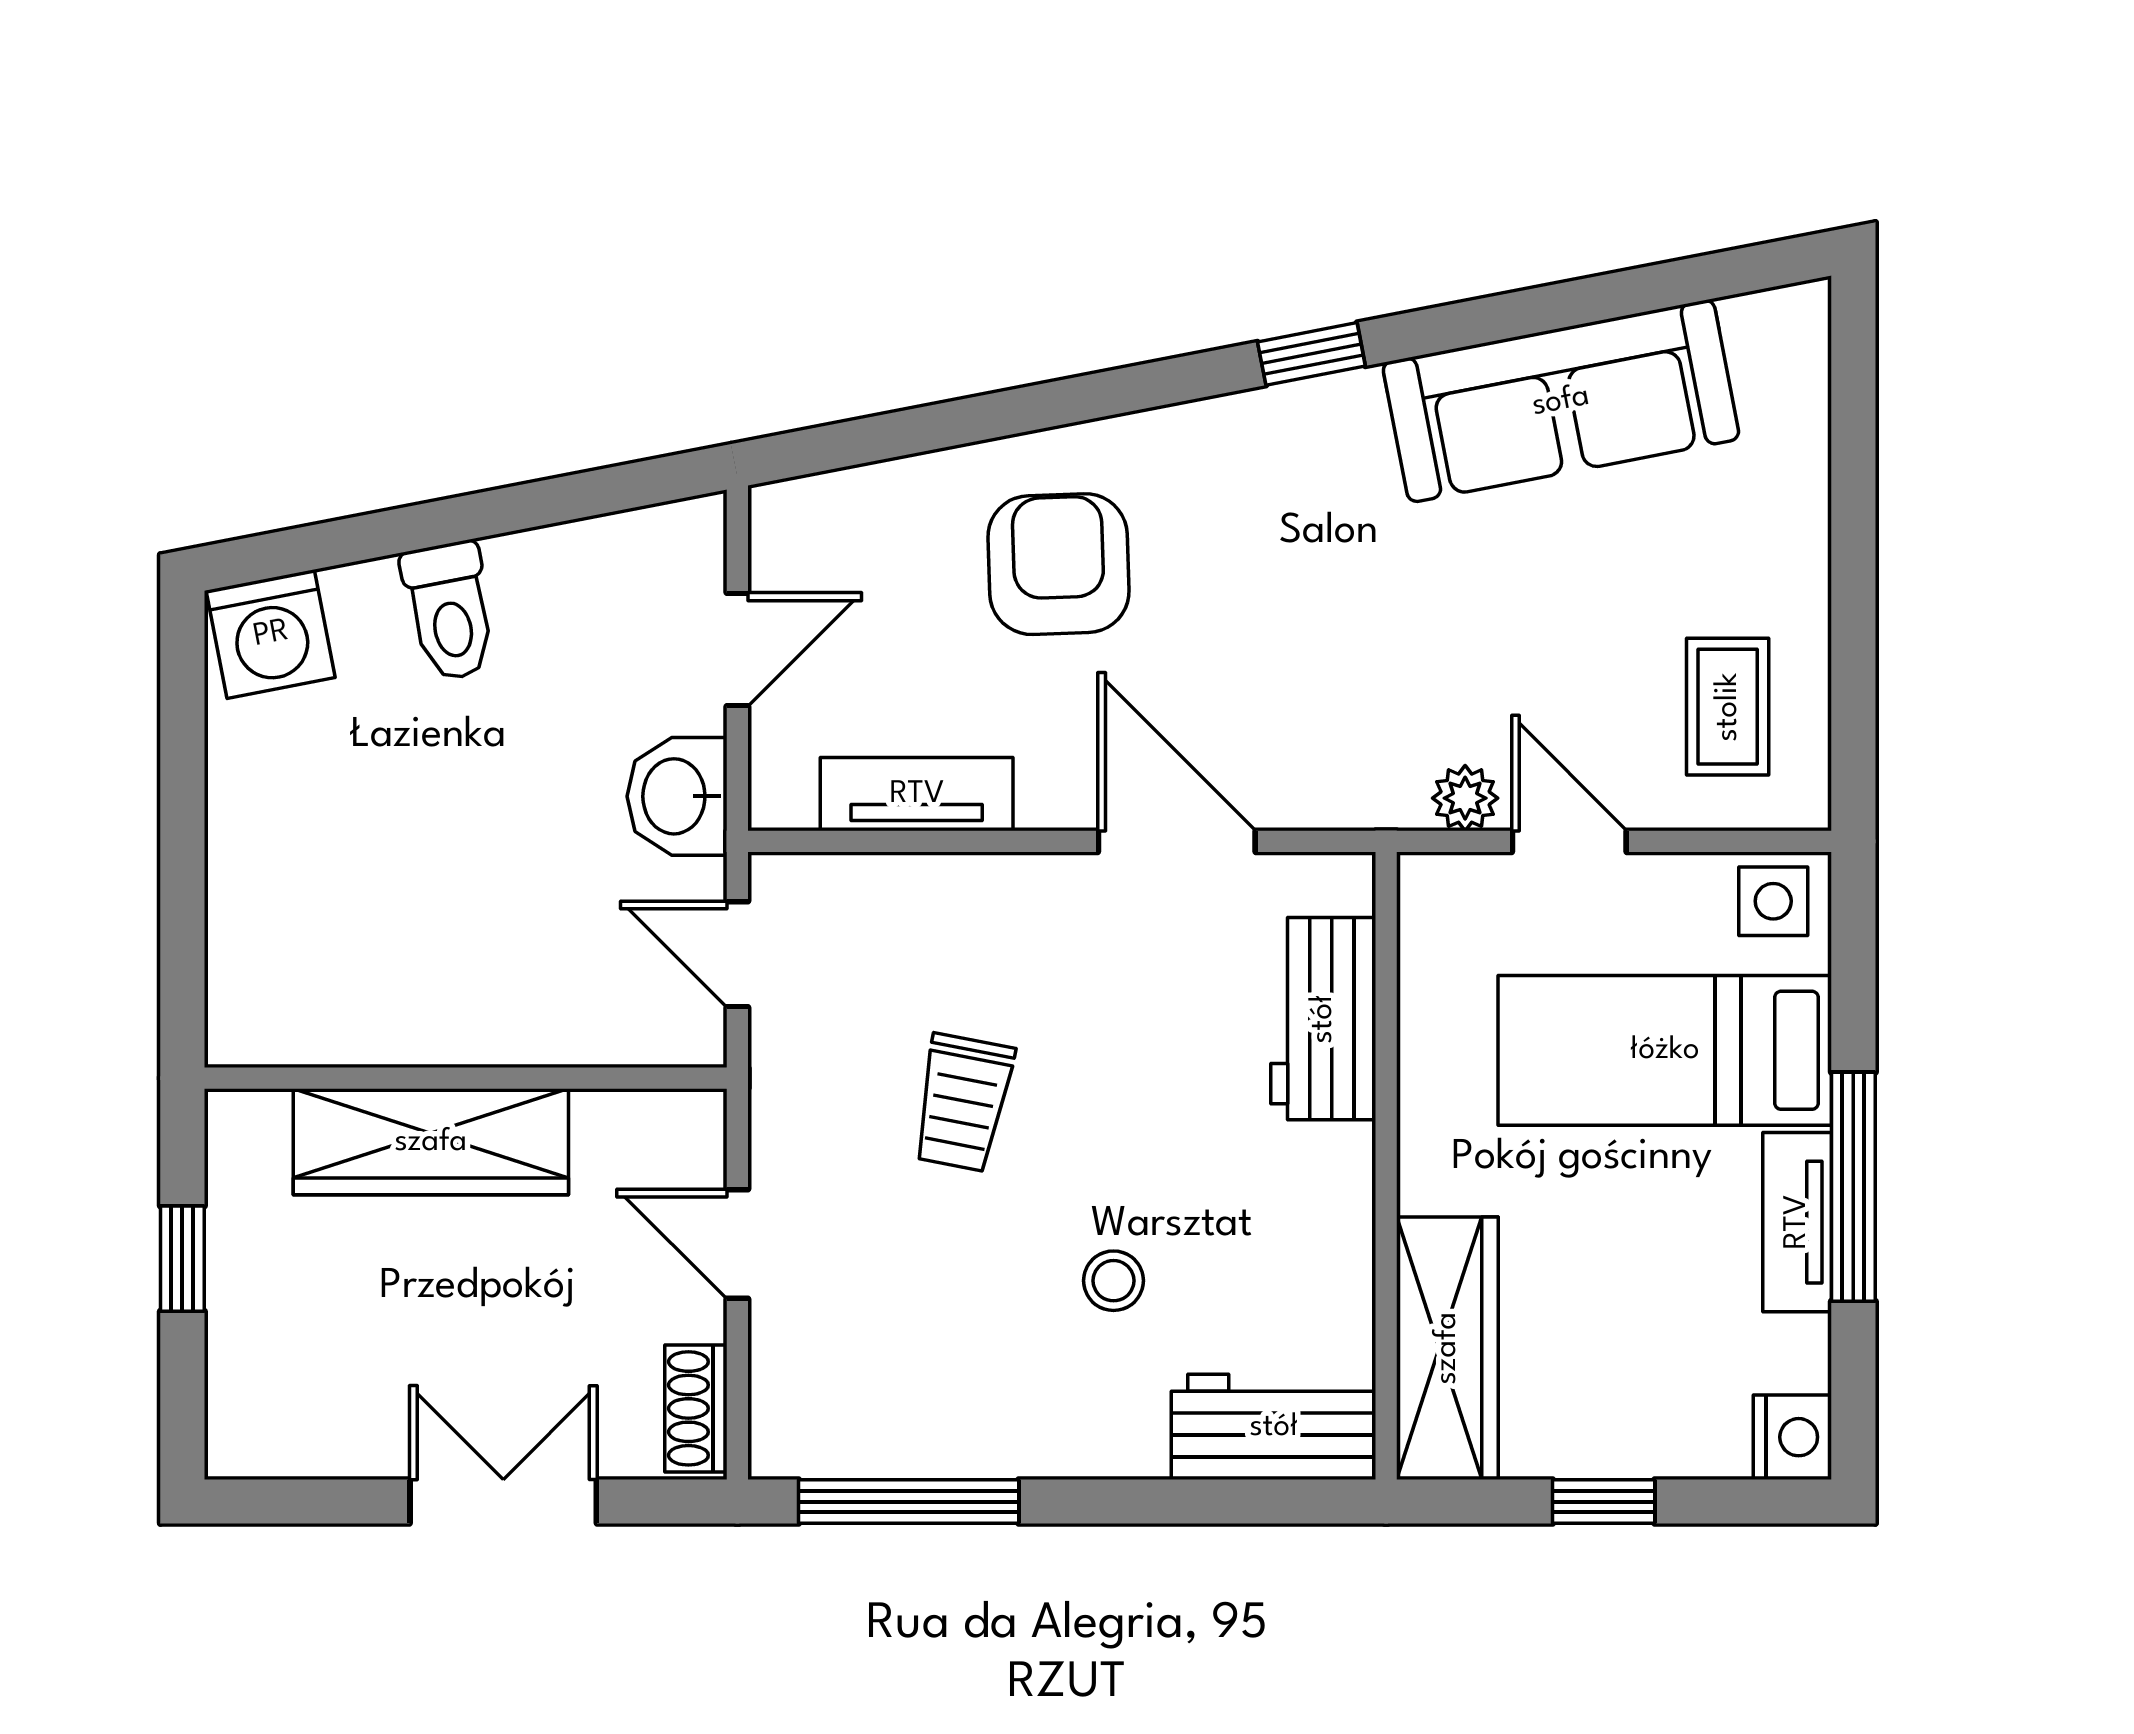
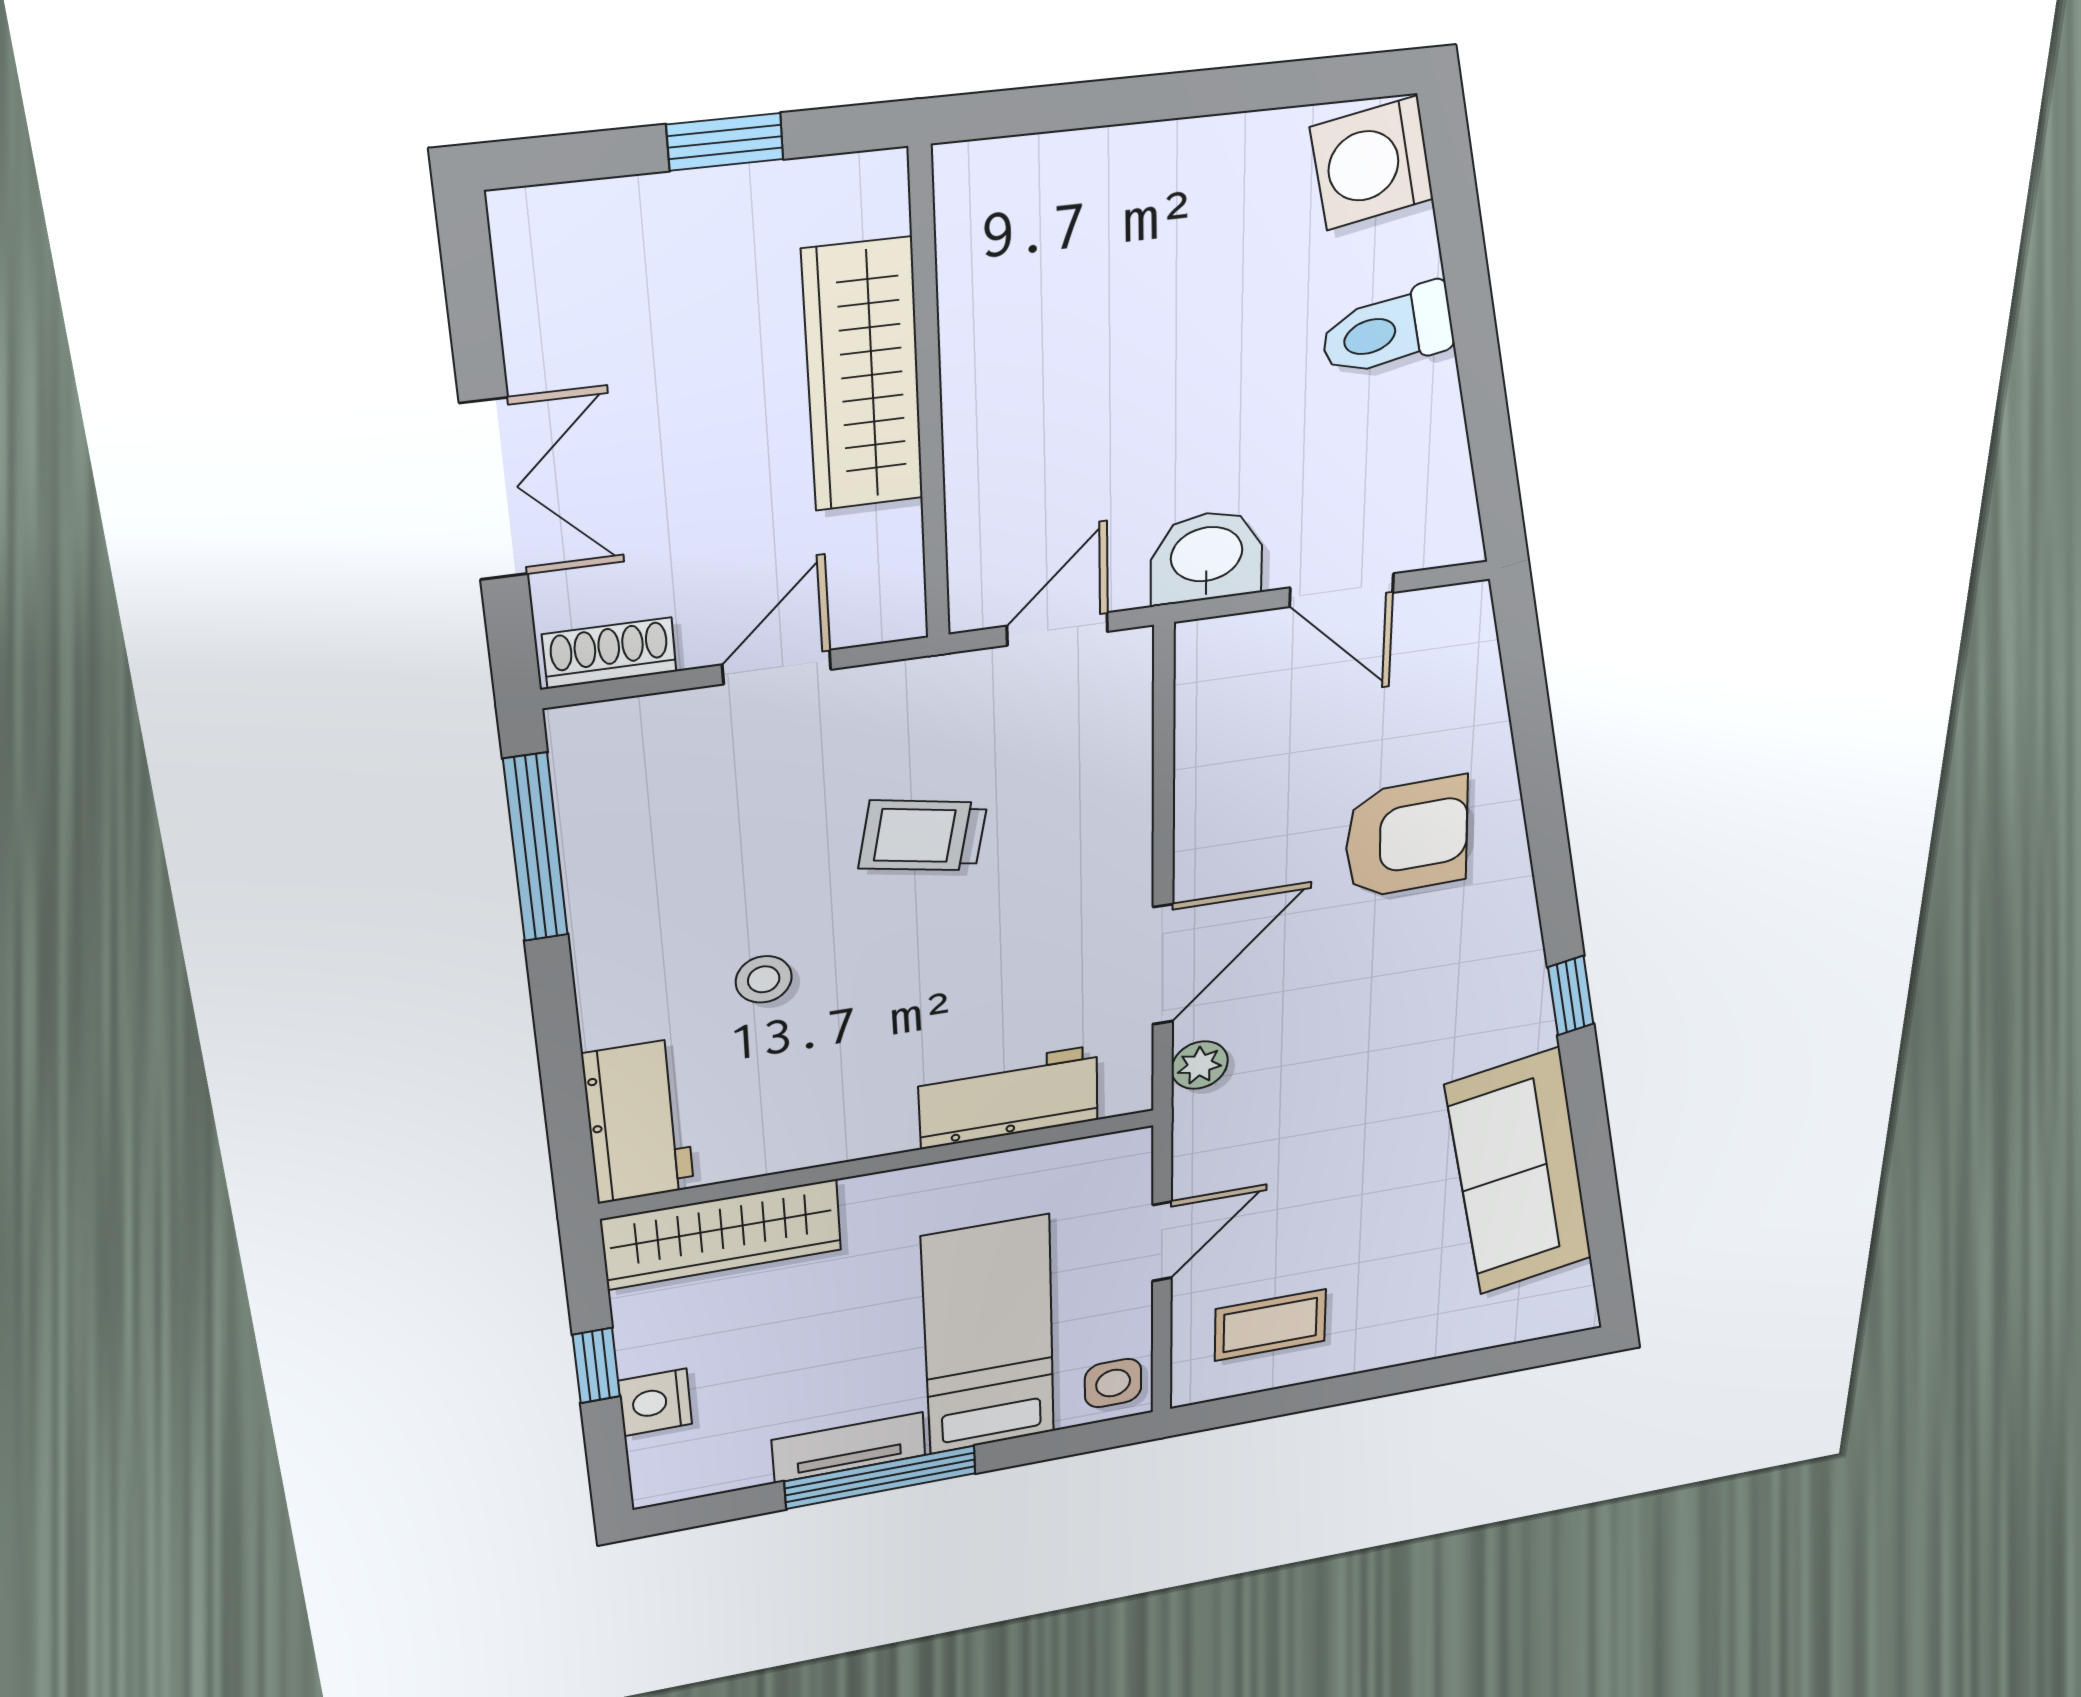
tv unit: (917, 794) -> (1206, 757), removed
plant: (1465, 798) -> (1200, 1065), moved
nightstand: (1792, 1437) -> (655, 1402), moved, turned 90

